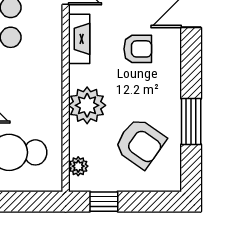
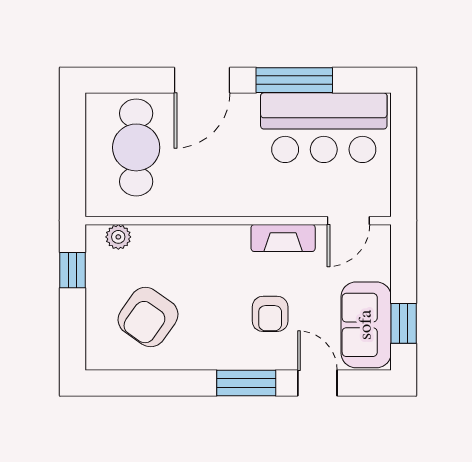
plant: (87, 105) -> (197, 248), removed
window: (191, 122) -> (246, 383), moved

